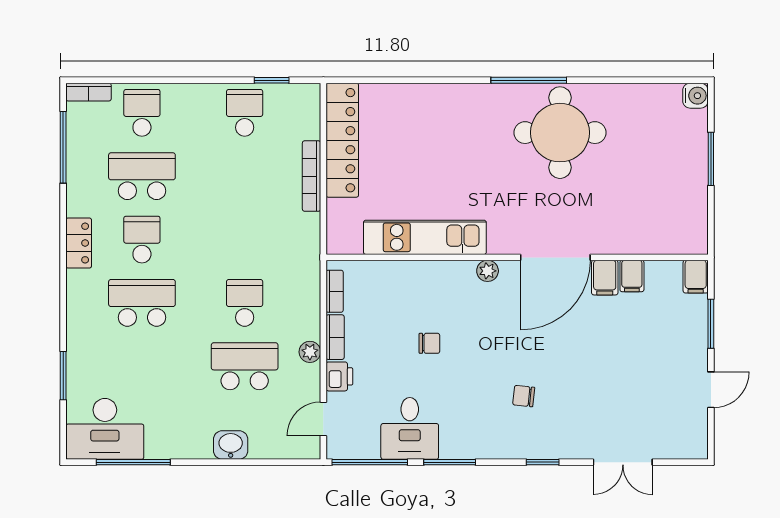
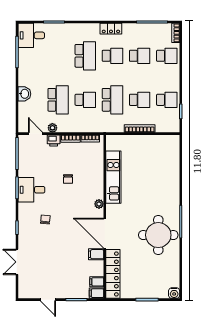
locker: (342, 140) -> (113, 274), moved, turned -90
school desk: (142, 176) -> (140, 56), width x0.54
school desk: (245, 176) -> (140, 100), added
school desk: (245, 240) -> (112, 100), added
filing cabinet: (632, 276) -> (97, 282), moved
plant: (310, 352) -> (52, 128), moved
desk: (410, 428) -> (31, 190), moved
desk: (105, 429) -> (31, 35), width x0.73

